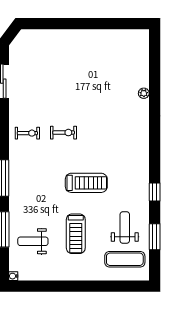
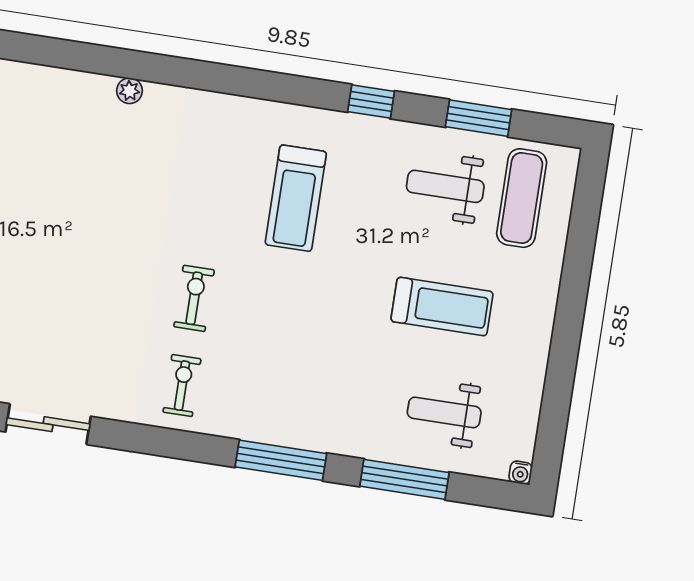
treadmill: (86, 183) -> (296, 198), moved, turned 180
weight bench: (33, 241) -> (444, 412), turned 90

